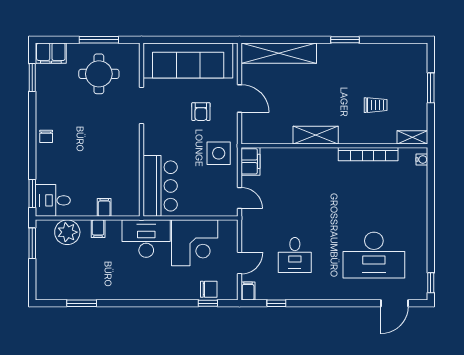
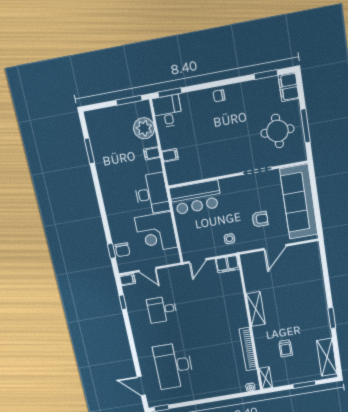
shelving: (279, 53) -> (327, 357), moved, width x0.68
armchair: (201, 112) -> (260, 219), turned 180
side table: (219, 153) -> (229, 239), width x0.54, depth x0.54

